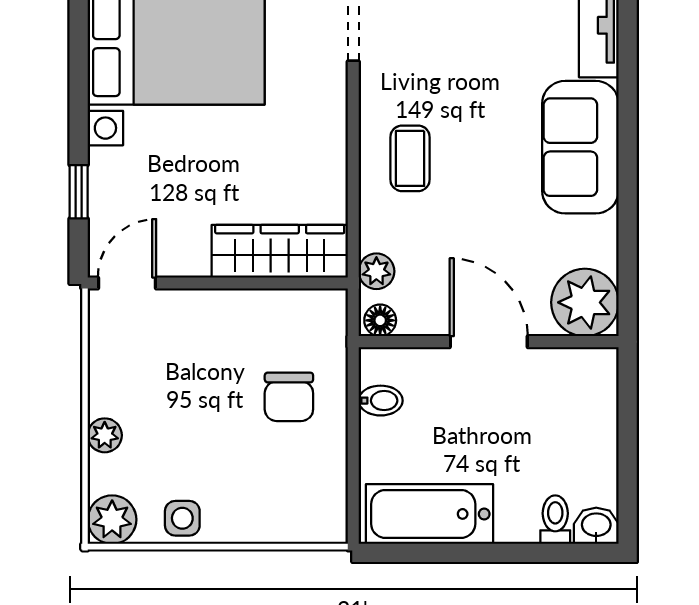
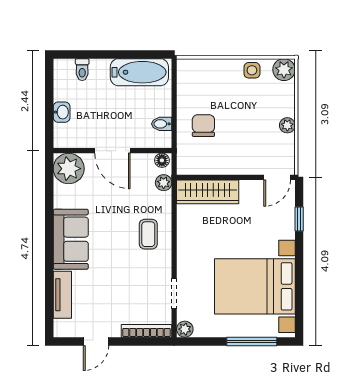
plant: (105, 435) -> (287, 125), moved
washbasin: (596, 526) -> (62, 112), moved, turned -90

